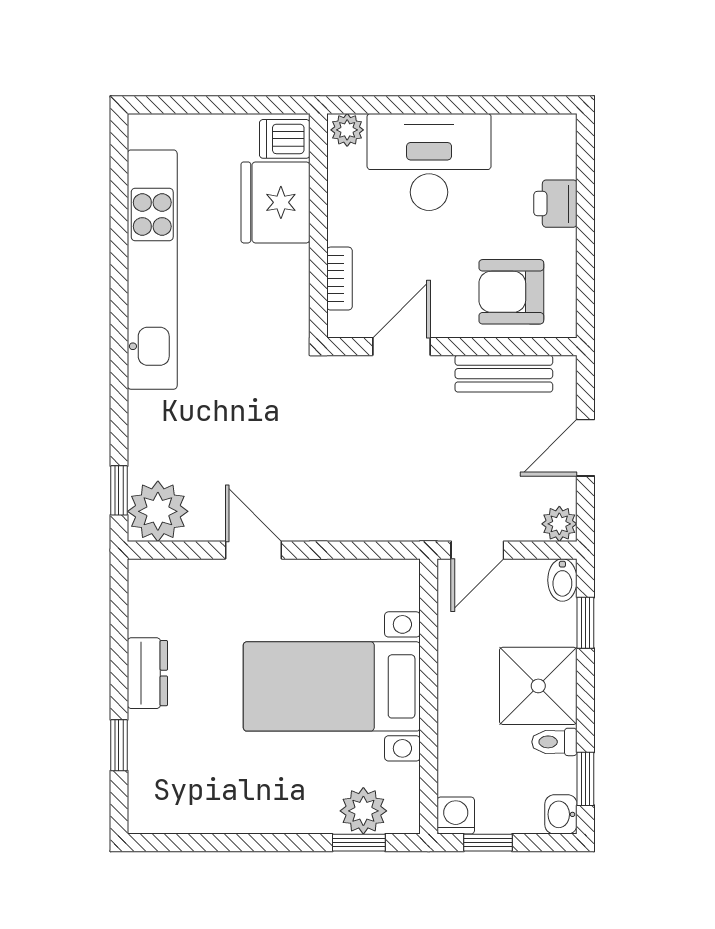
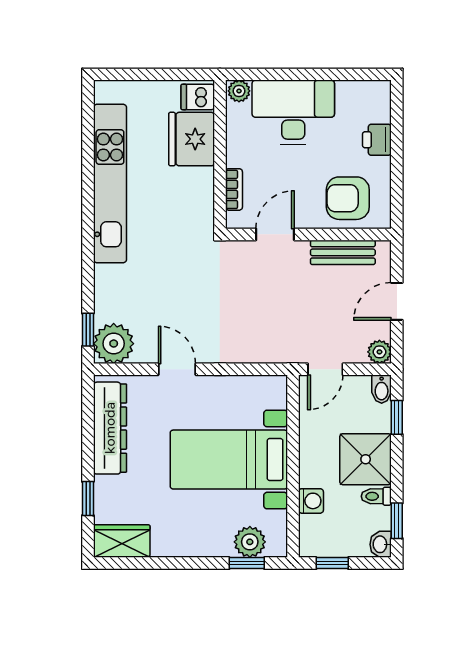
dresser: (147, 673) -> (110, 428), width x1.96, depth x1.24
wardrobe: (170, 810) -> (122, 541), added
washing machine: (456, 816) -> (311, 501), moved, turned 90

